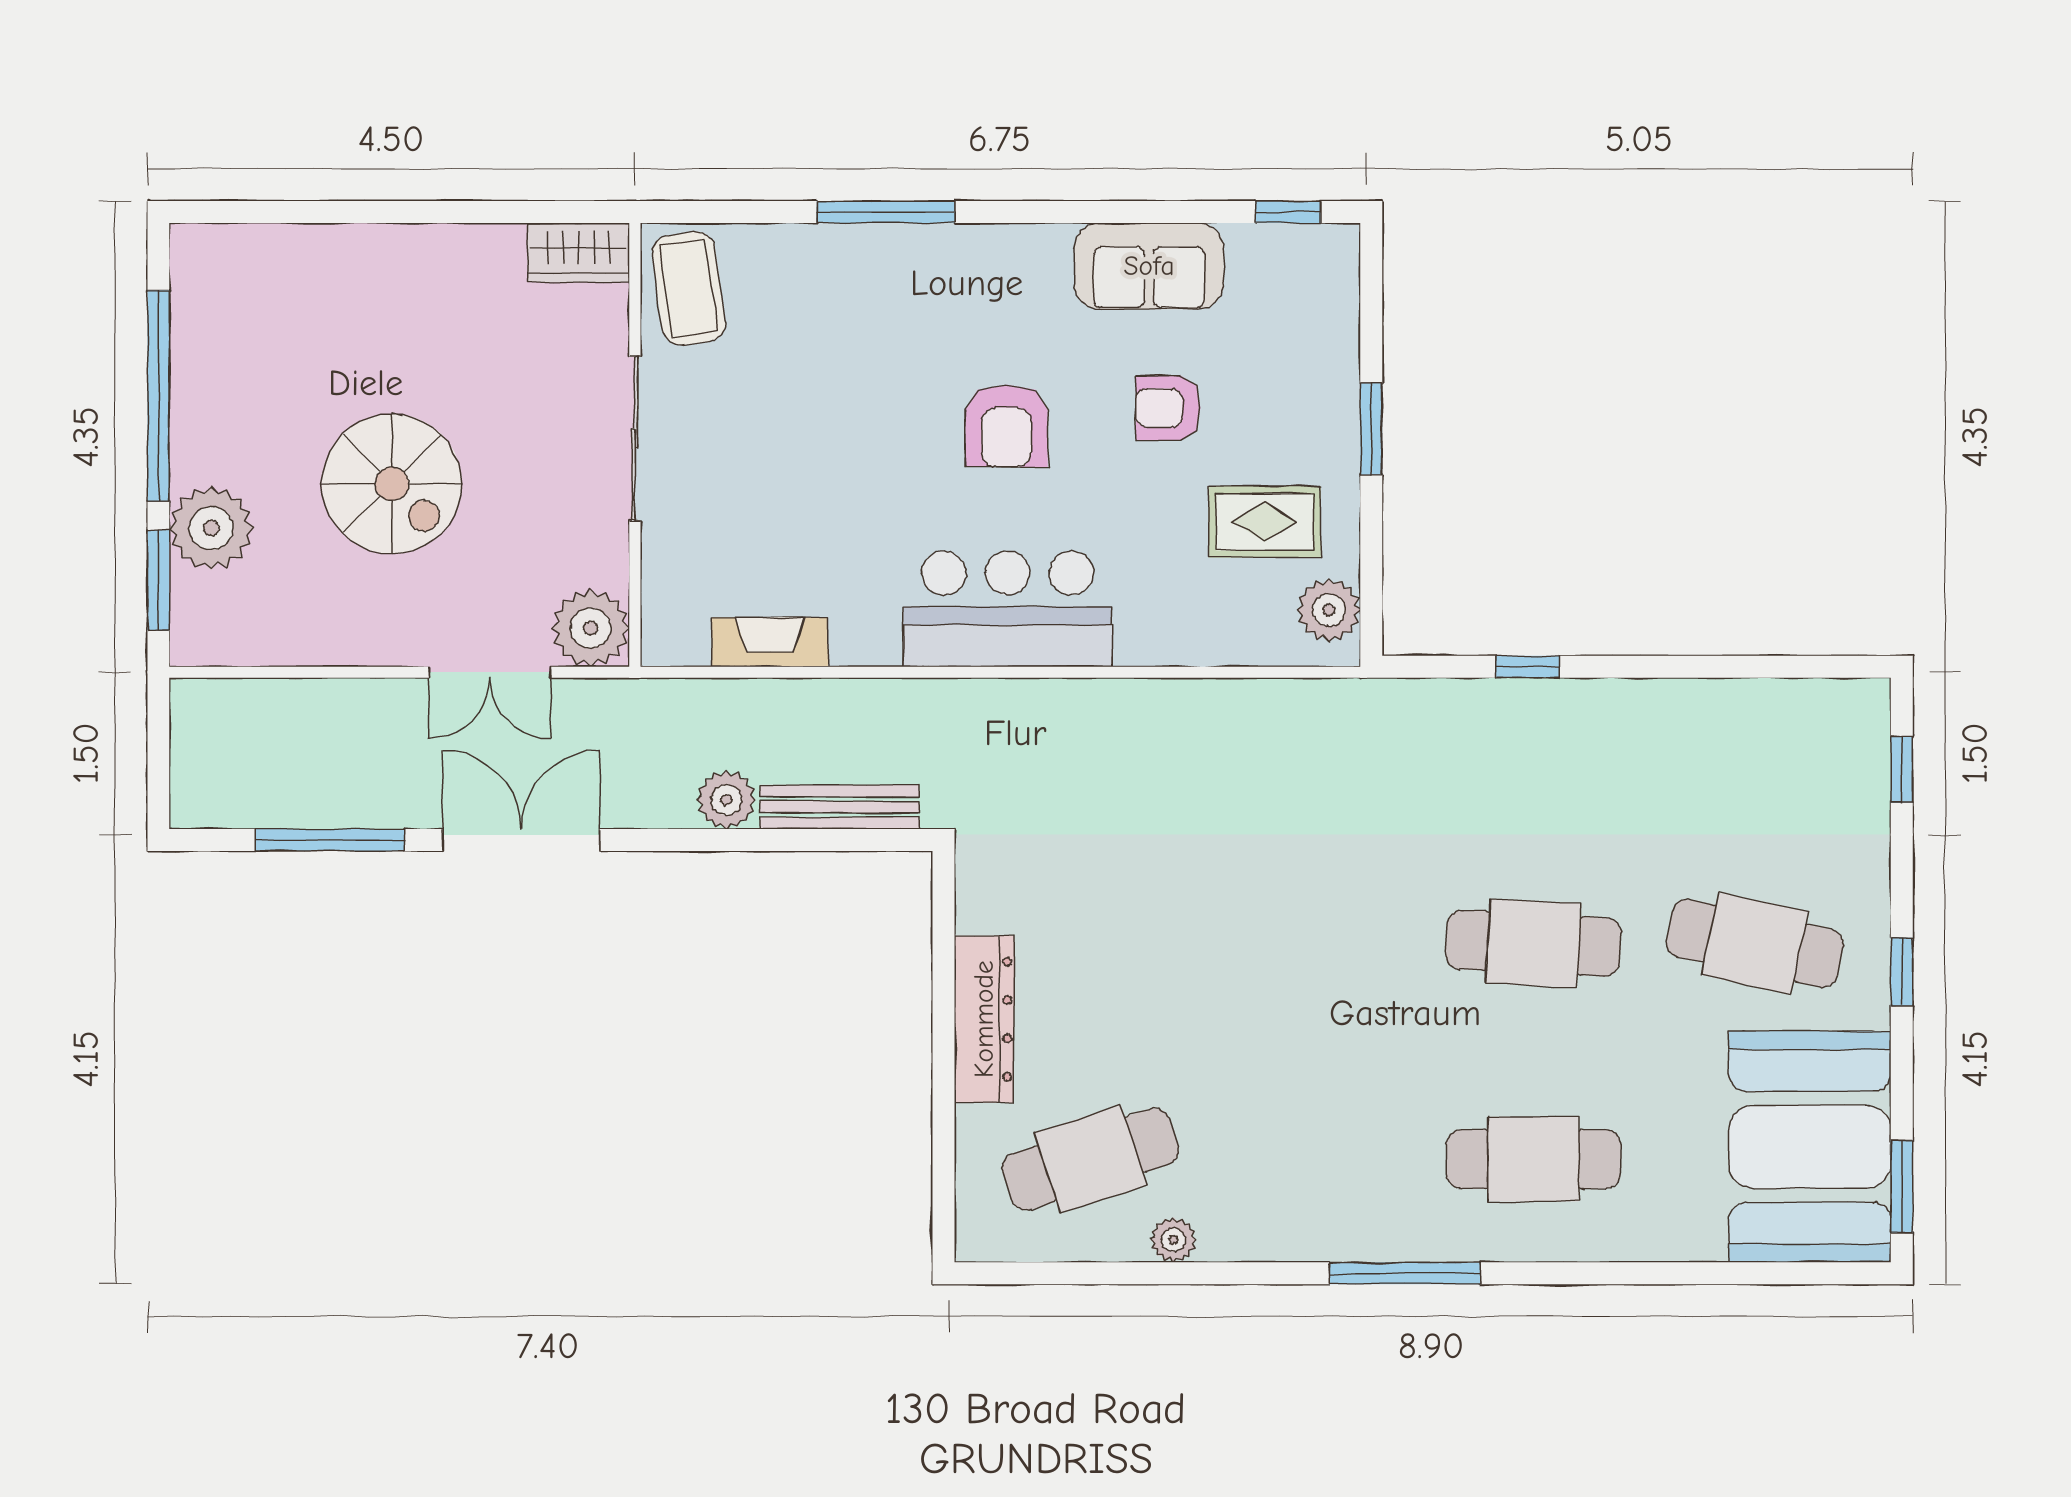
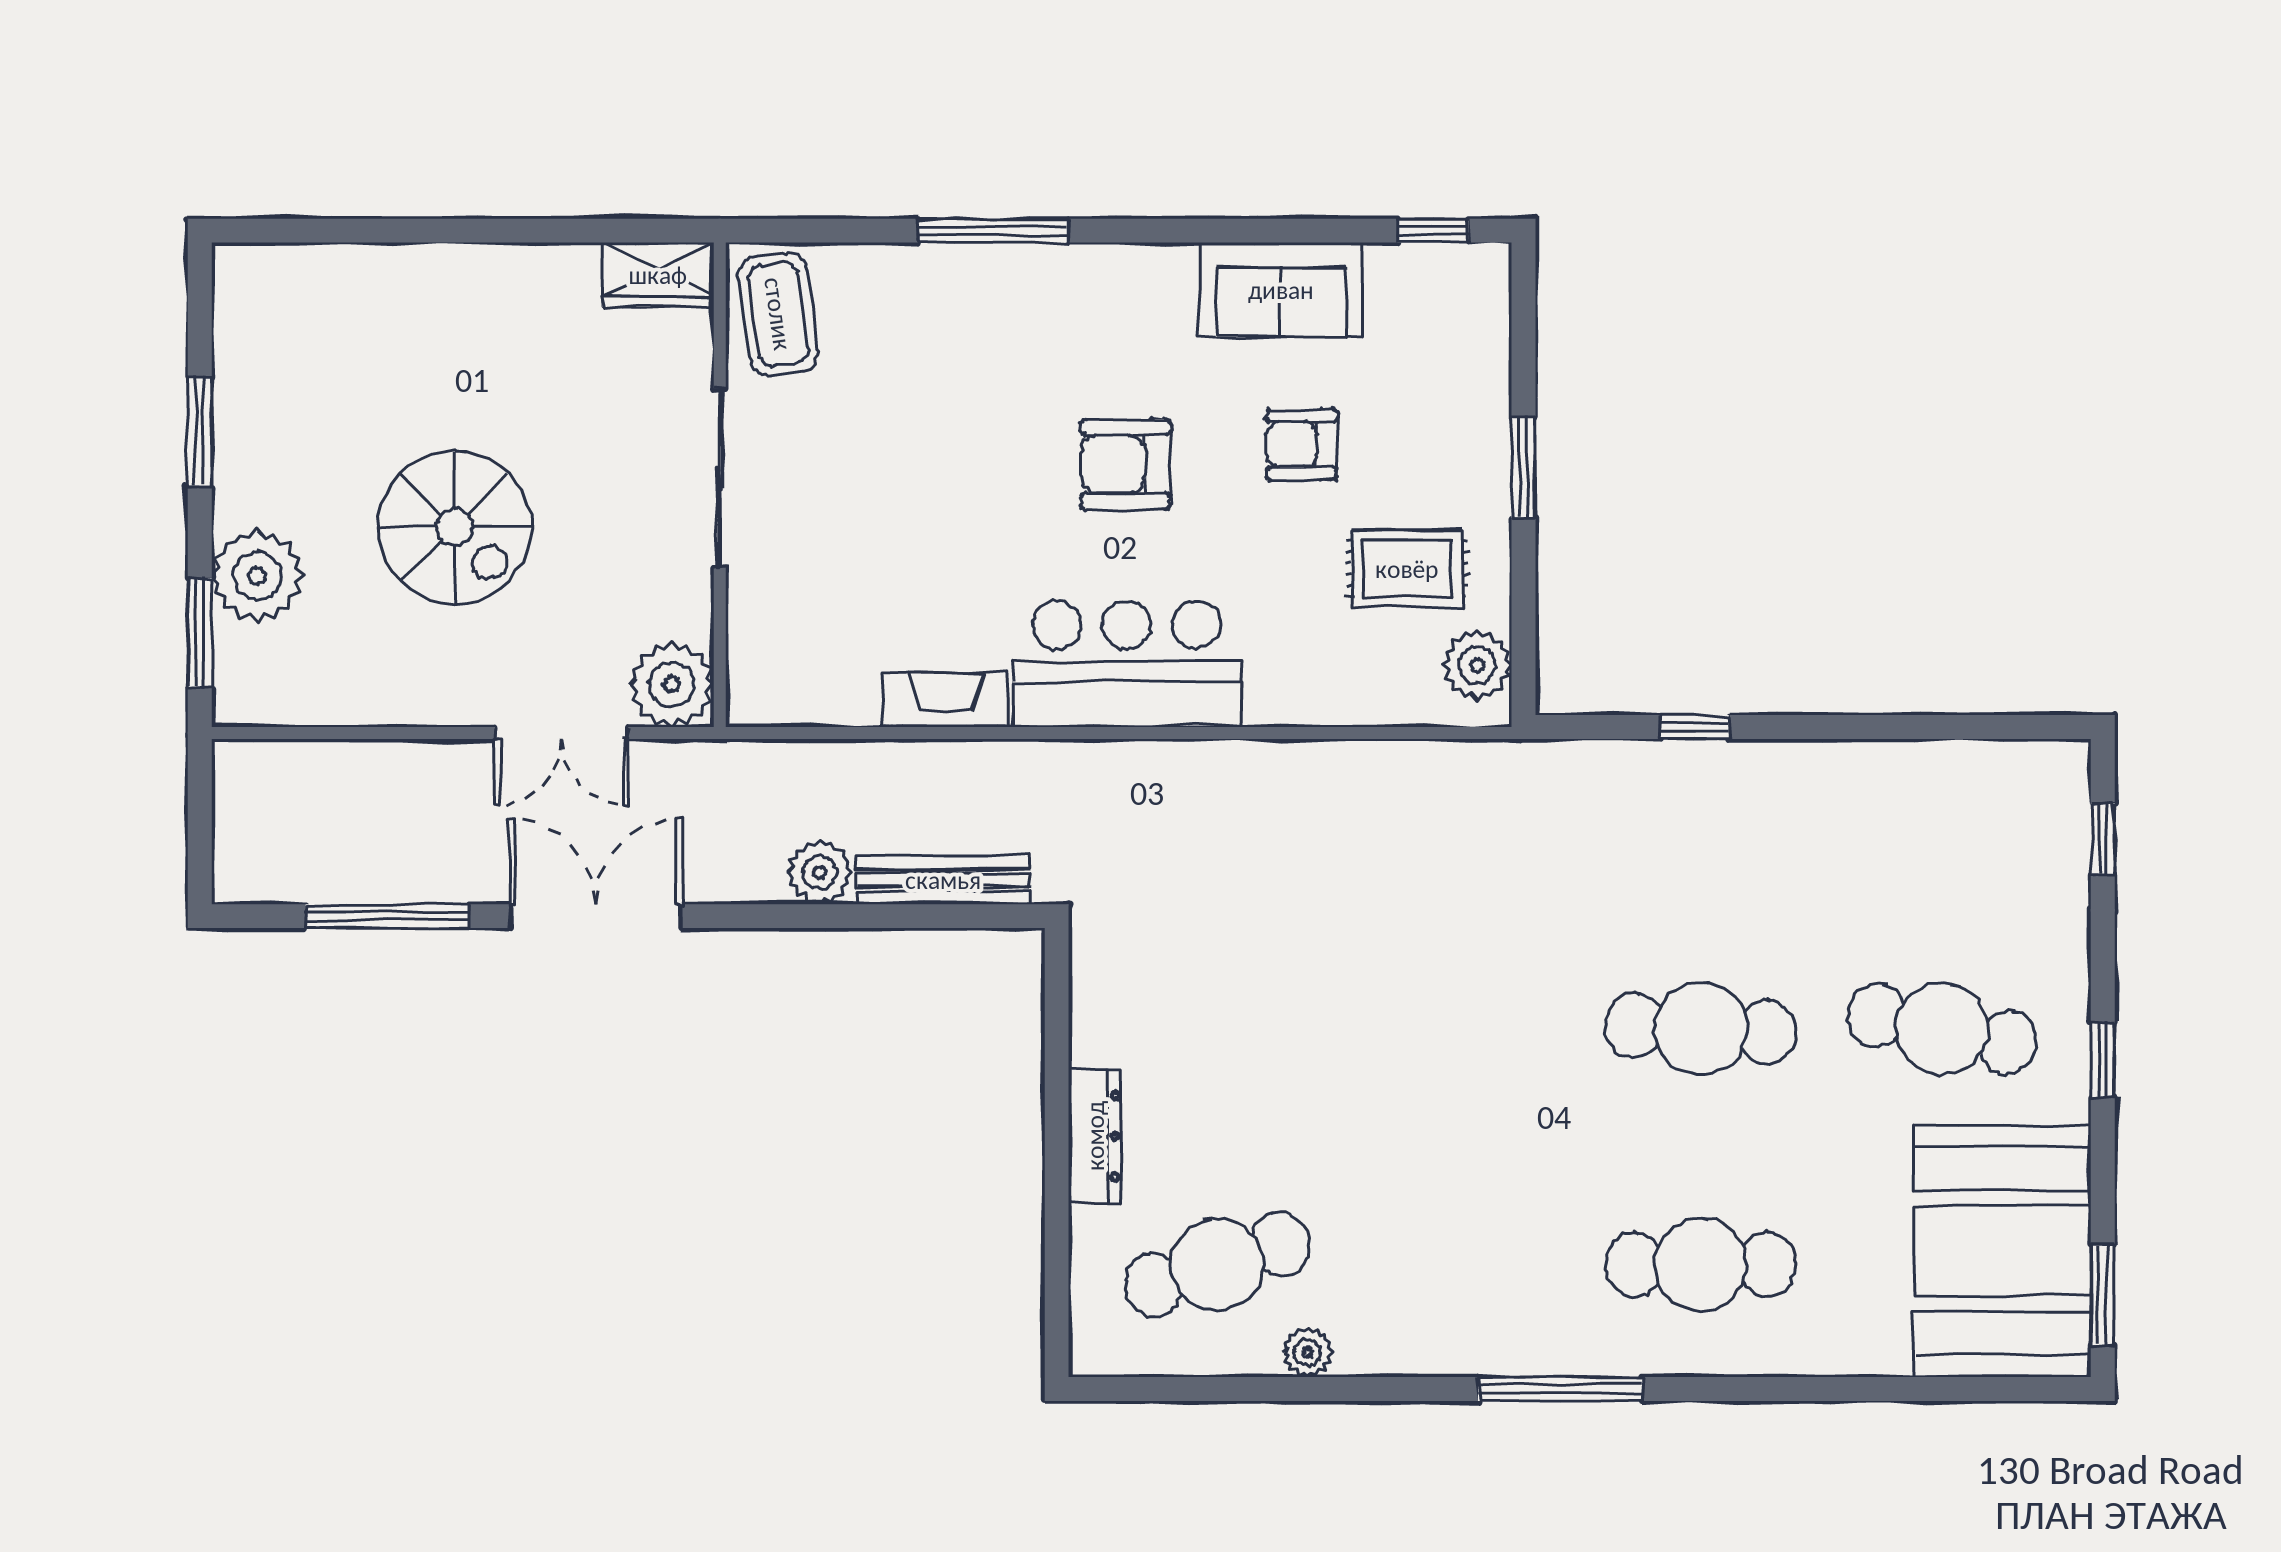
window: (158, 396) -> (200, 431), width x0.47
armchair: (1007, 426) -> (1125, 464), turned 90
fireplace: (770, 642) -> (945, 700), moved
dresser: (984, 1019) -> (1095, 1136), width x0.73, depth x0.80

